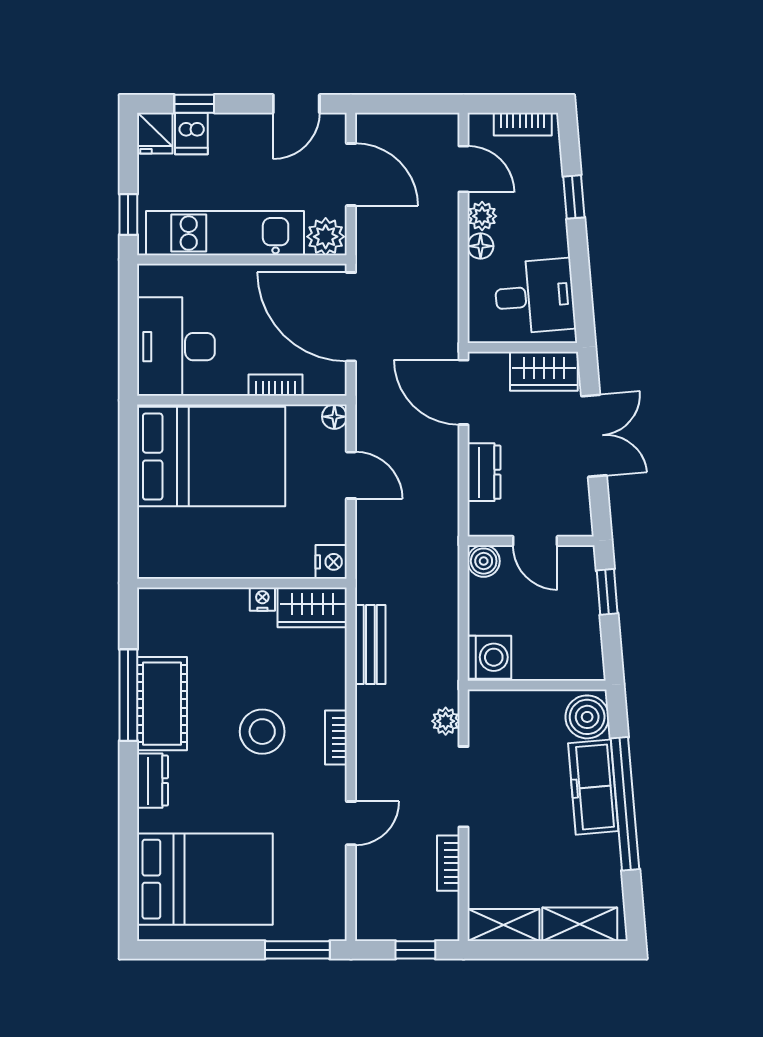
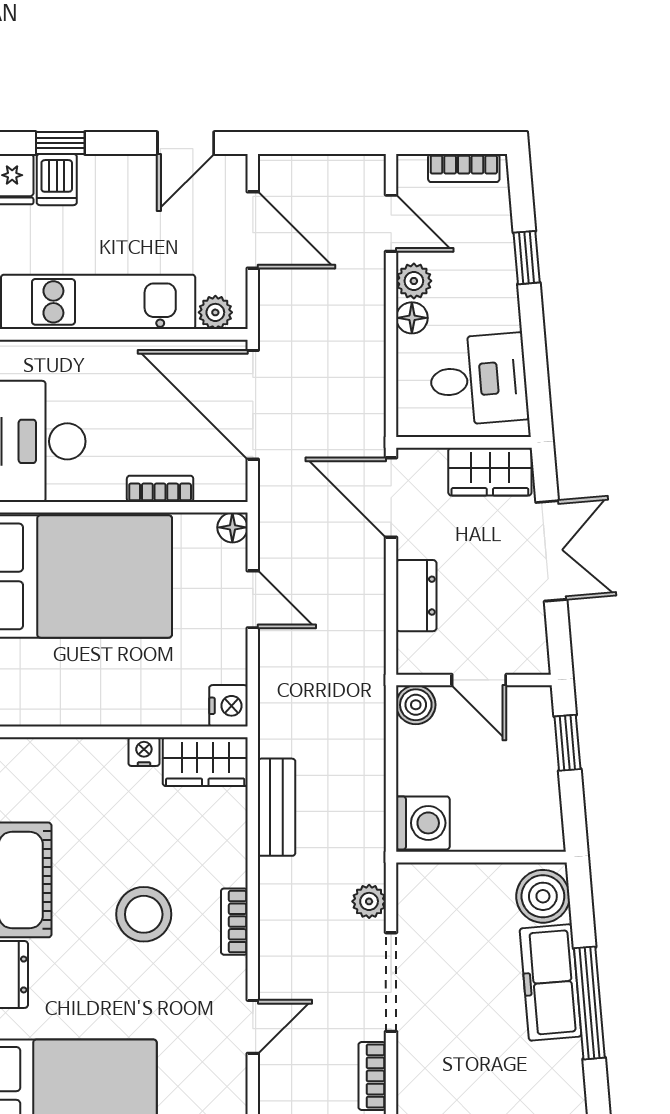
plant: (326, 237) -> (215, 312), width x0.73, depth x0.73
window: (625, 804) -> (589, 1003), width x0.68

